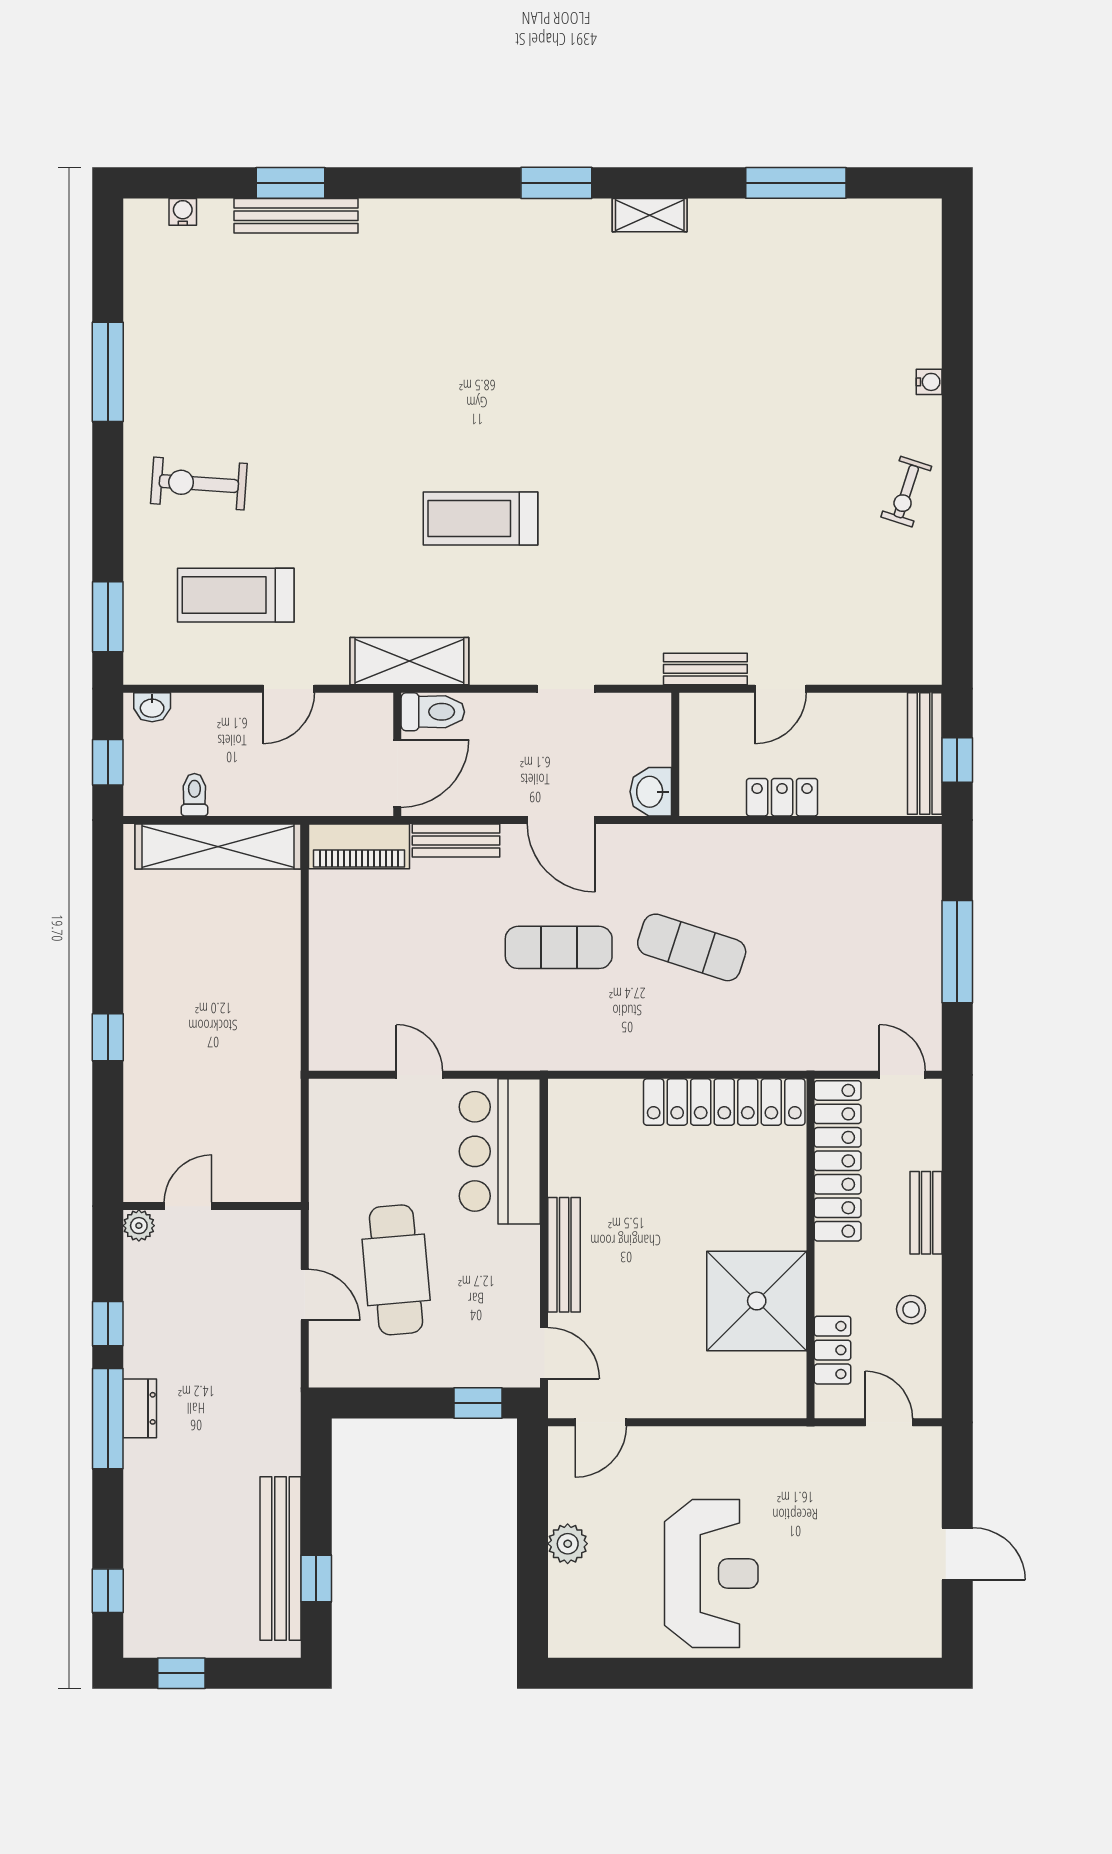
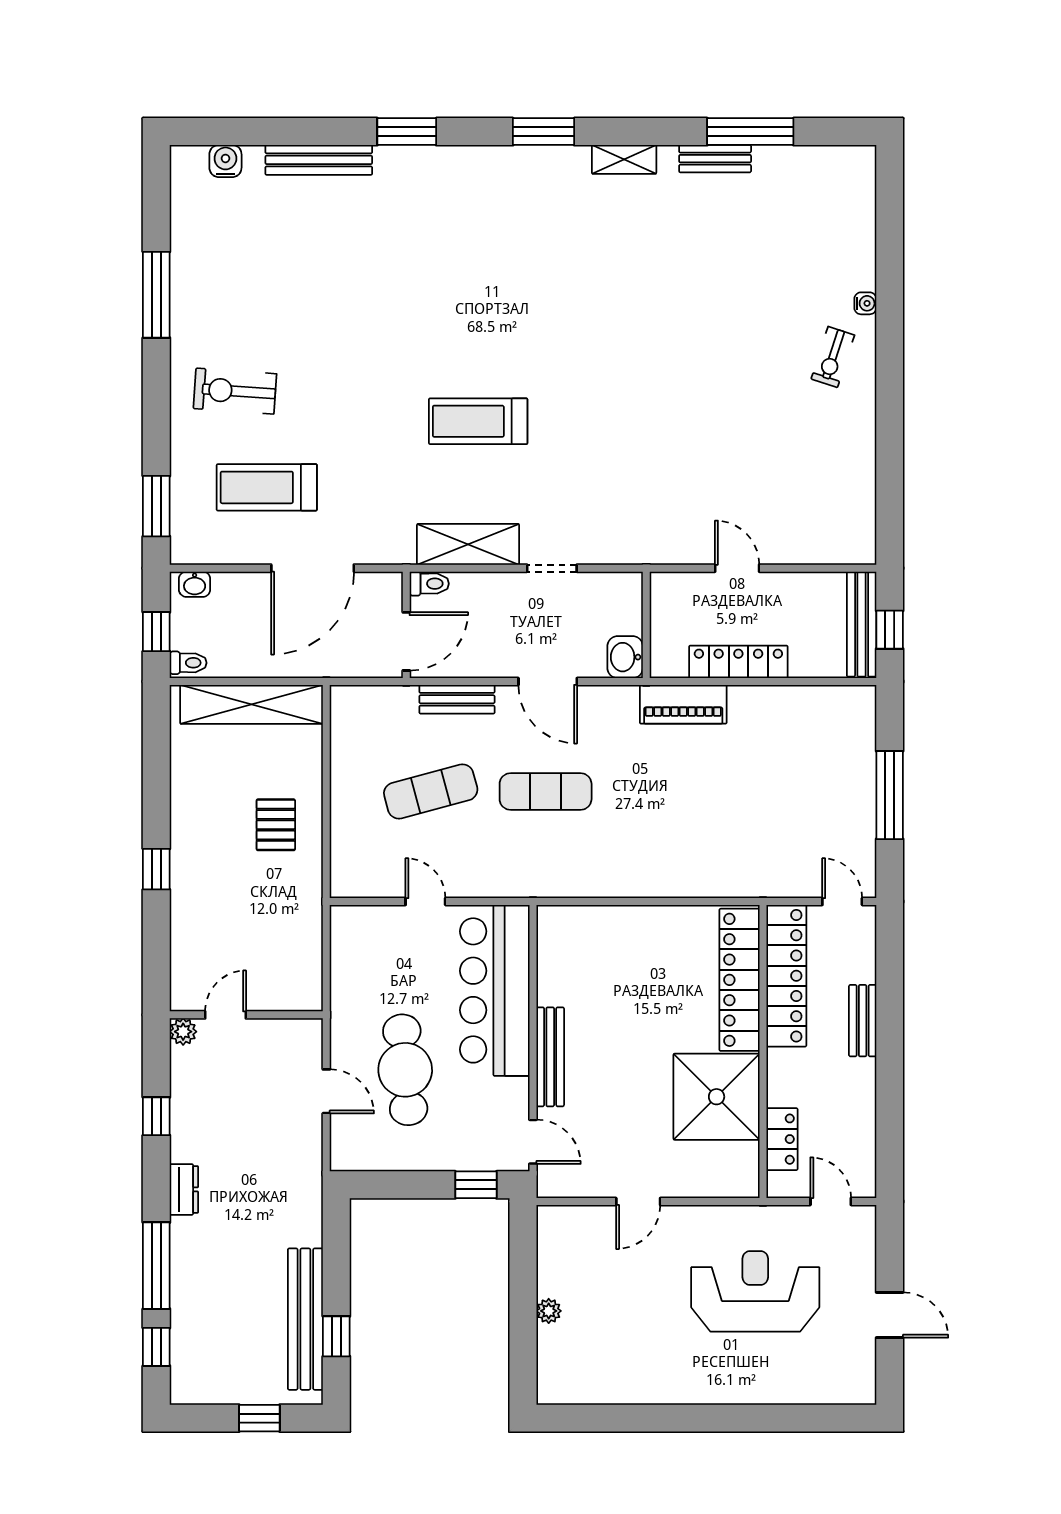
window: (291, 183) -> (407, 132), moved
water cooler: (183, 212) -> (225, 161), width x1.38, depth x1.38
exercise bike: (906, 492) -> (833, 357), moved
shelving: (409, 661) -> (468, 544), moved
bench: (705, 669) -> (715, 159), moved
door: (289, 689) -> (313, 568), width x1.88
door: (781, 689) -> (737, 568), swing flipped
toilet: (433, 712) -> (429, 584), width x0.73, depth x0.72
toilet: (194, 795) -> (188, 663), moved, turned 90
locker: (782, 797) -> (738, 662), width x1.53
piano: (359, 846) -> (683, 704), moved
exercise mat: (692, 947) -> (431, 792), moved, turned -33
pallet: (246, 986) -> (276, 825), added
locker: (724, 1102) -> (739, 980), moved, turned 90
bar counter: (500, 1151) -> (495, 990), width x1.36
stool: (911, 1310) -> (850, 1104), removed
window: (108, 1419) -> (156, 1266), moved
door: (601, 1422) -> (638, 1201), moved
plant: (568, 1544) -> (549, 1311), width x0.73, depth x0.73
reception desk: (711, 1574) -> (755, 1291), moved, turned -90
window: (181, 1673) -> (259, 1418), moved

